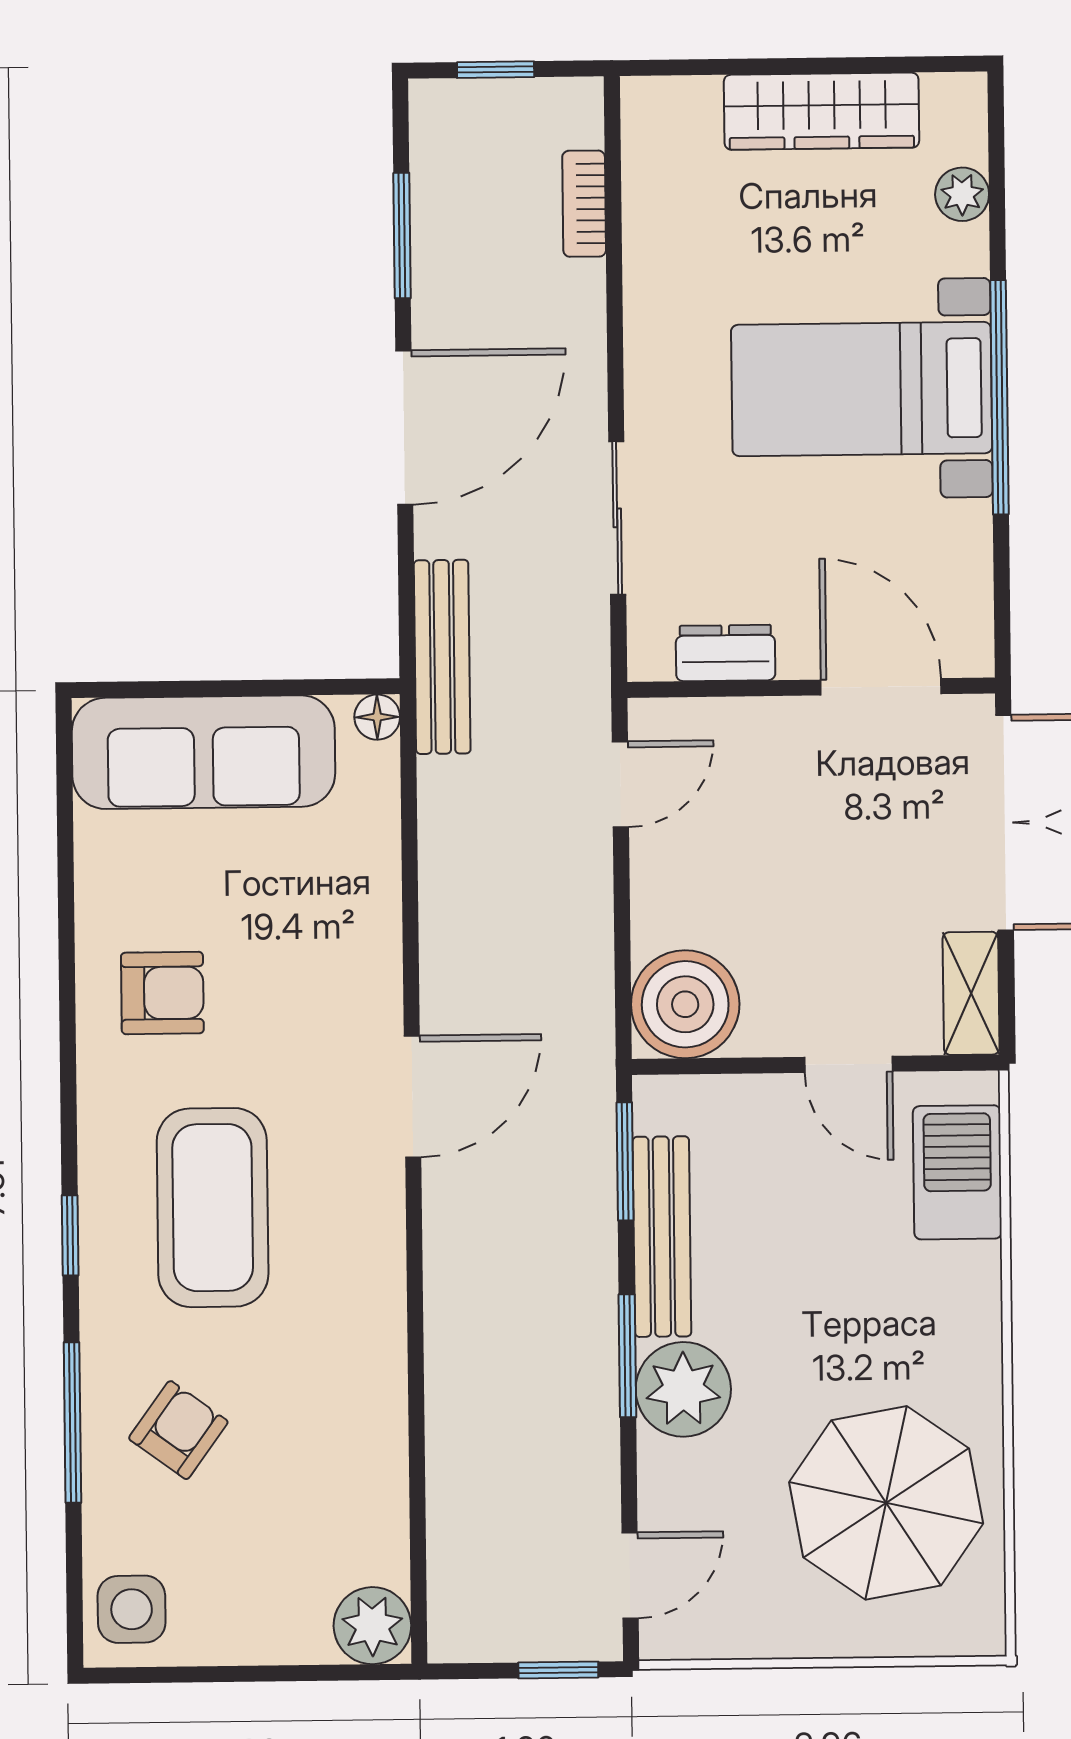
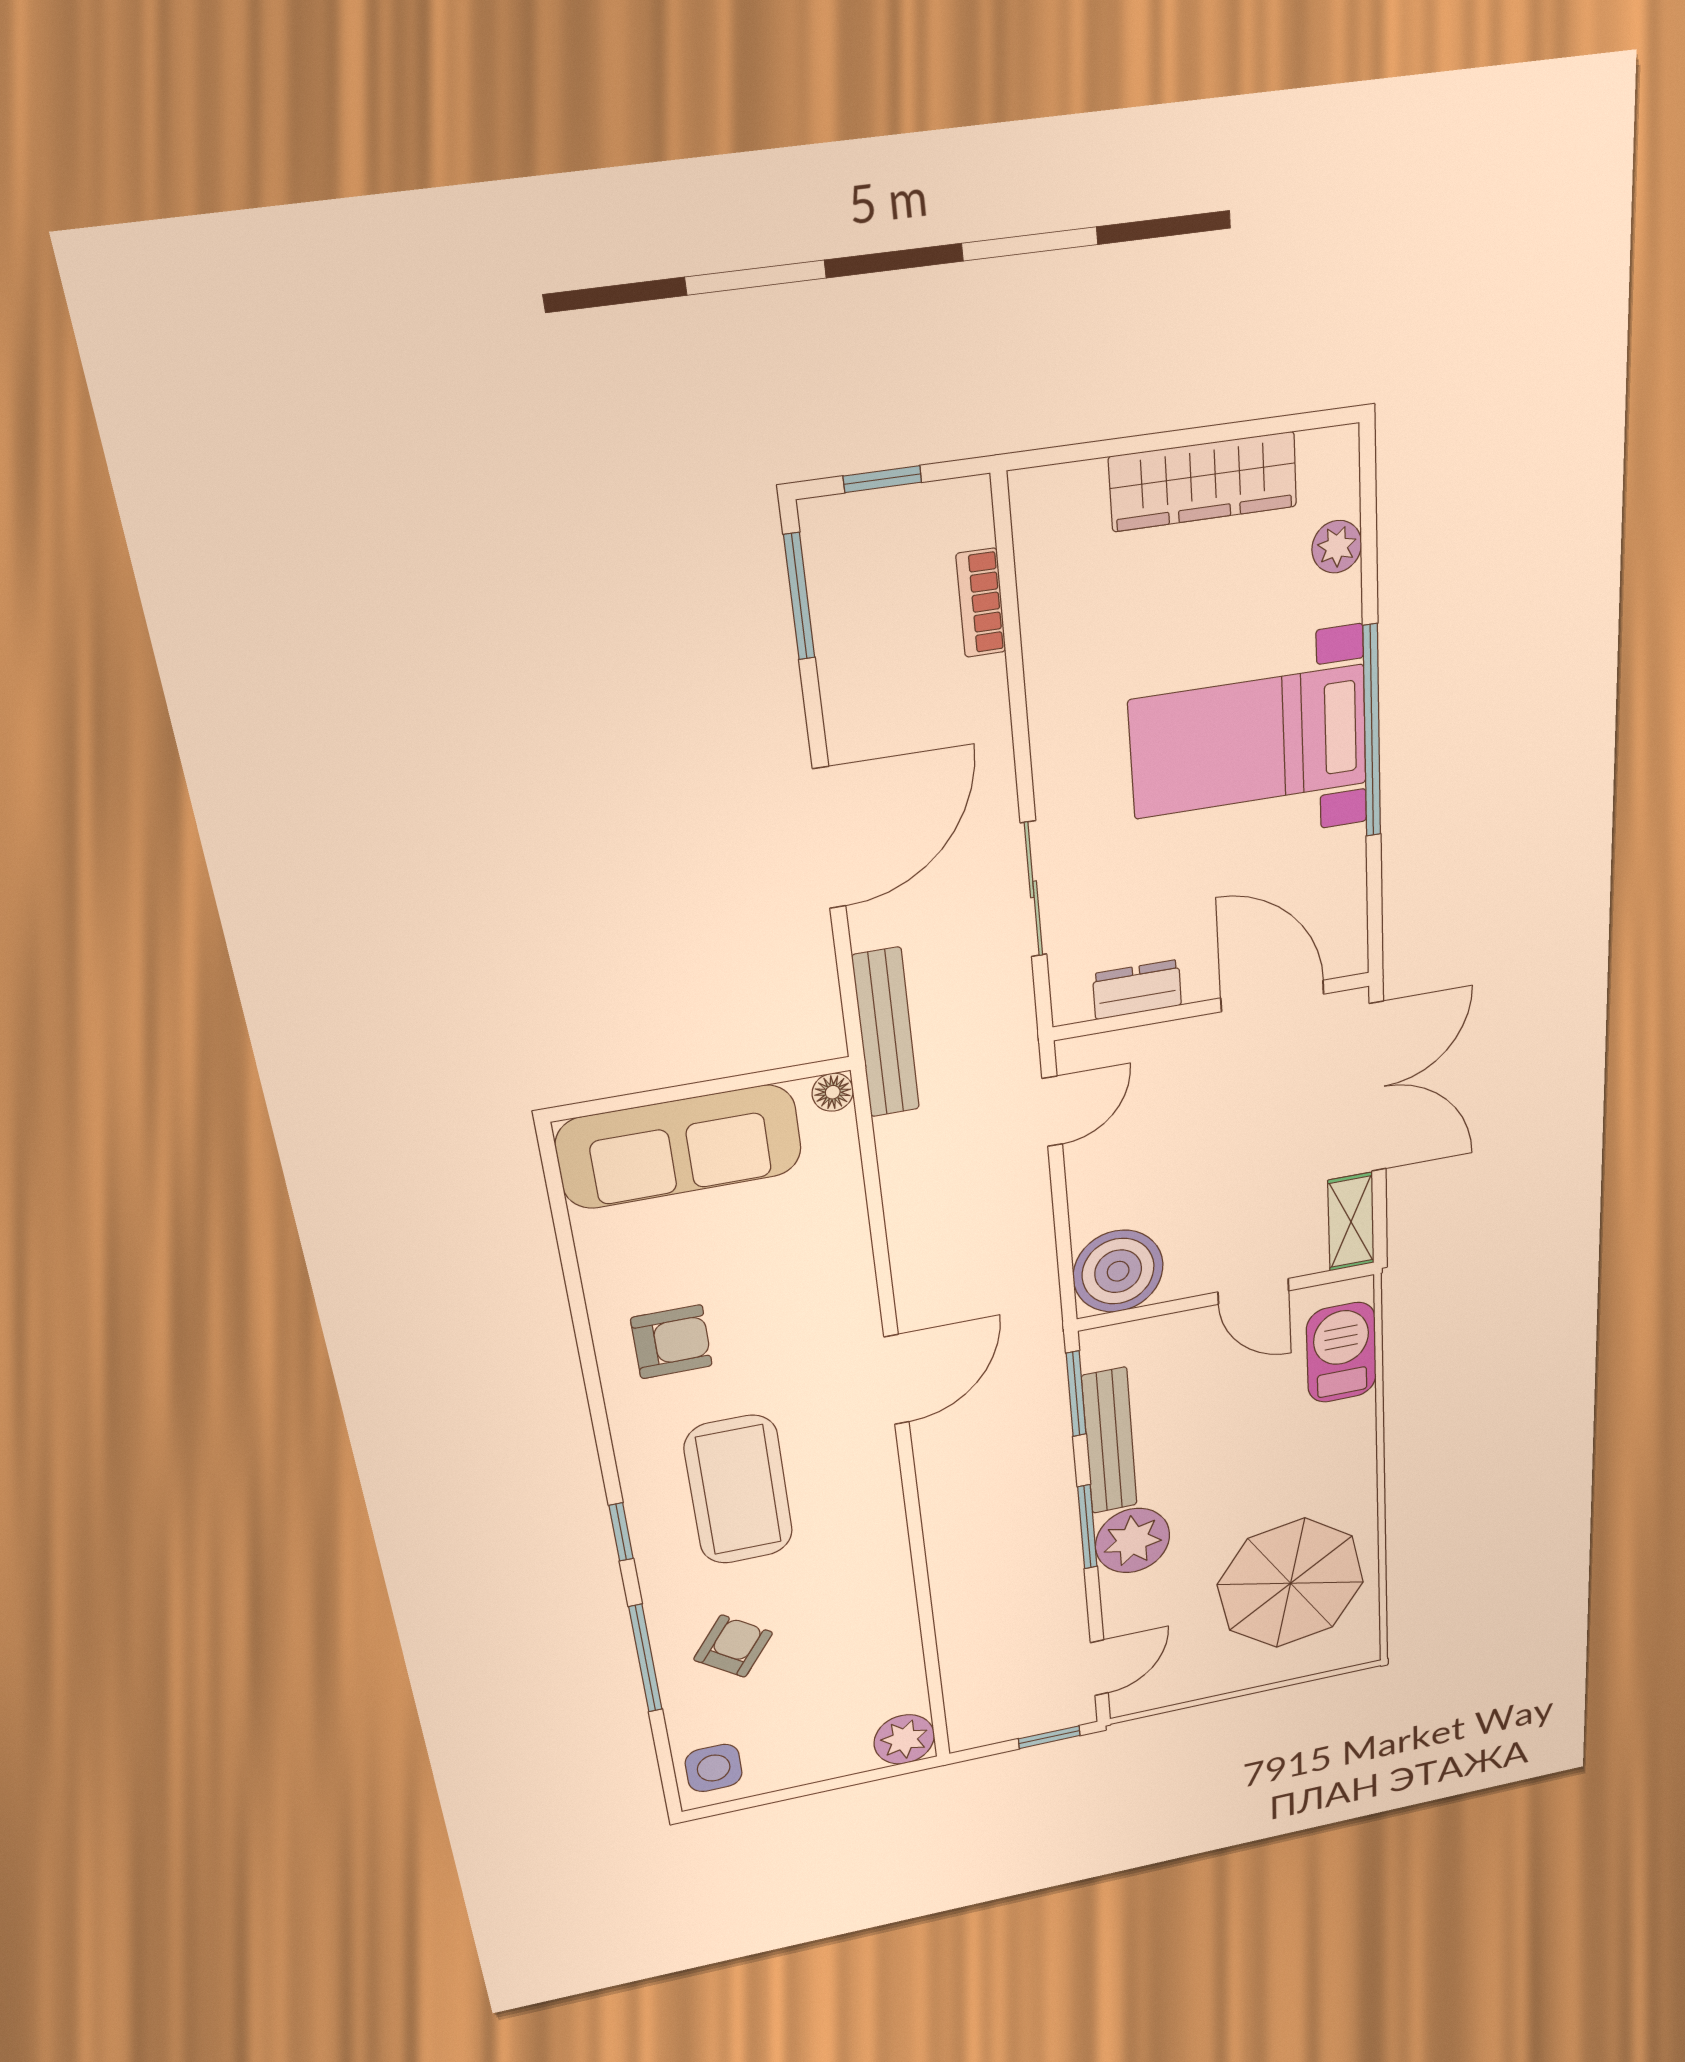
window: (402, 236) -> (799, 597), moved

